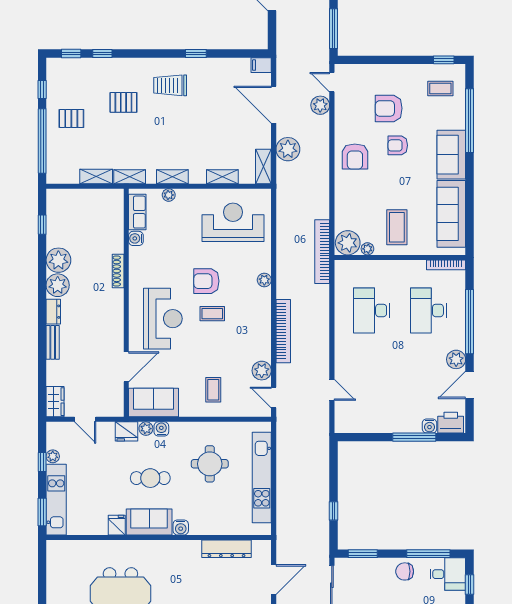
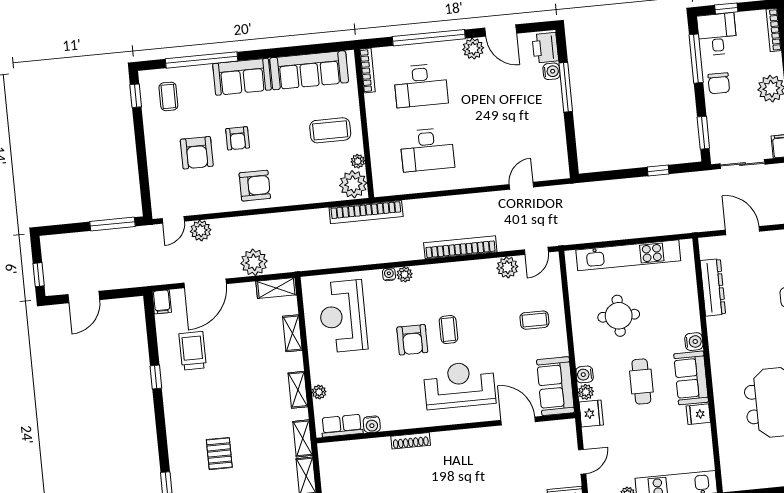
trolley: (170, 85) -> (193, 351), moved, turned 180
water cooler: (266, 266) -> (389, 274), added

